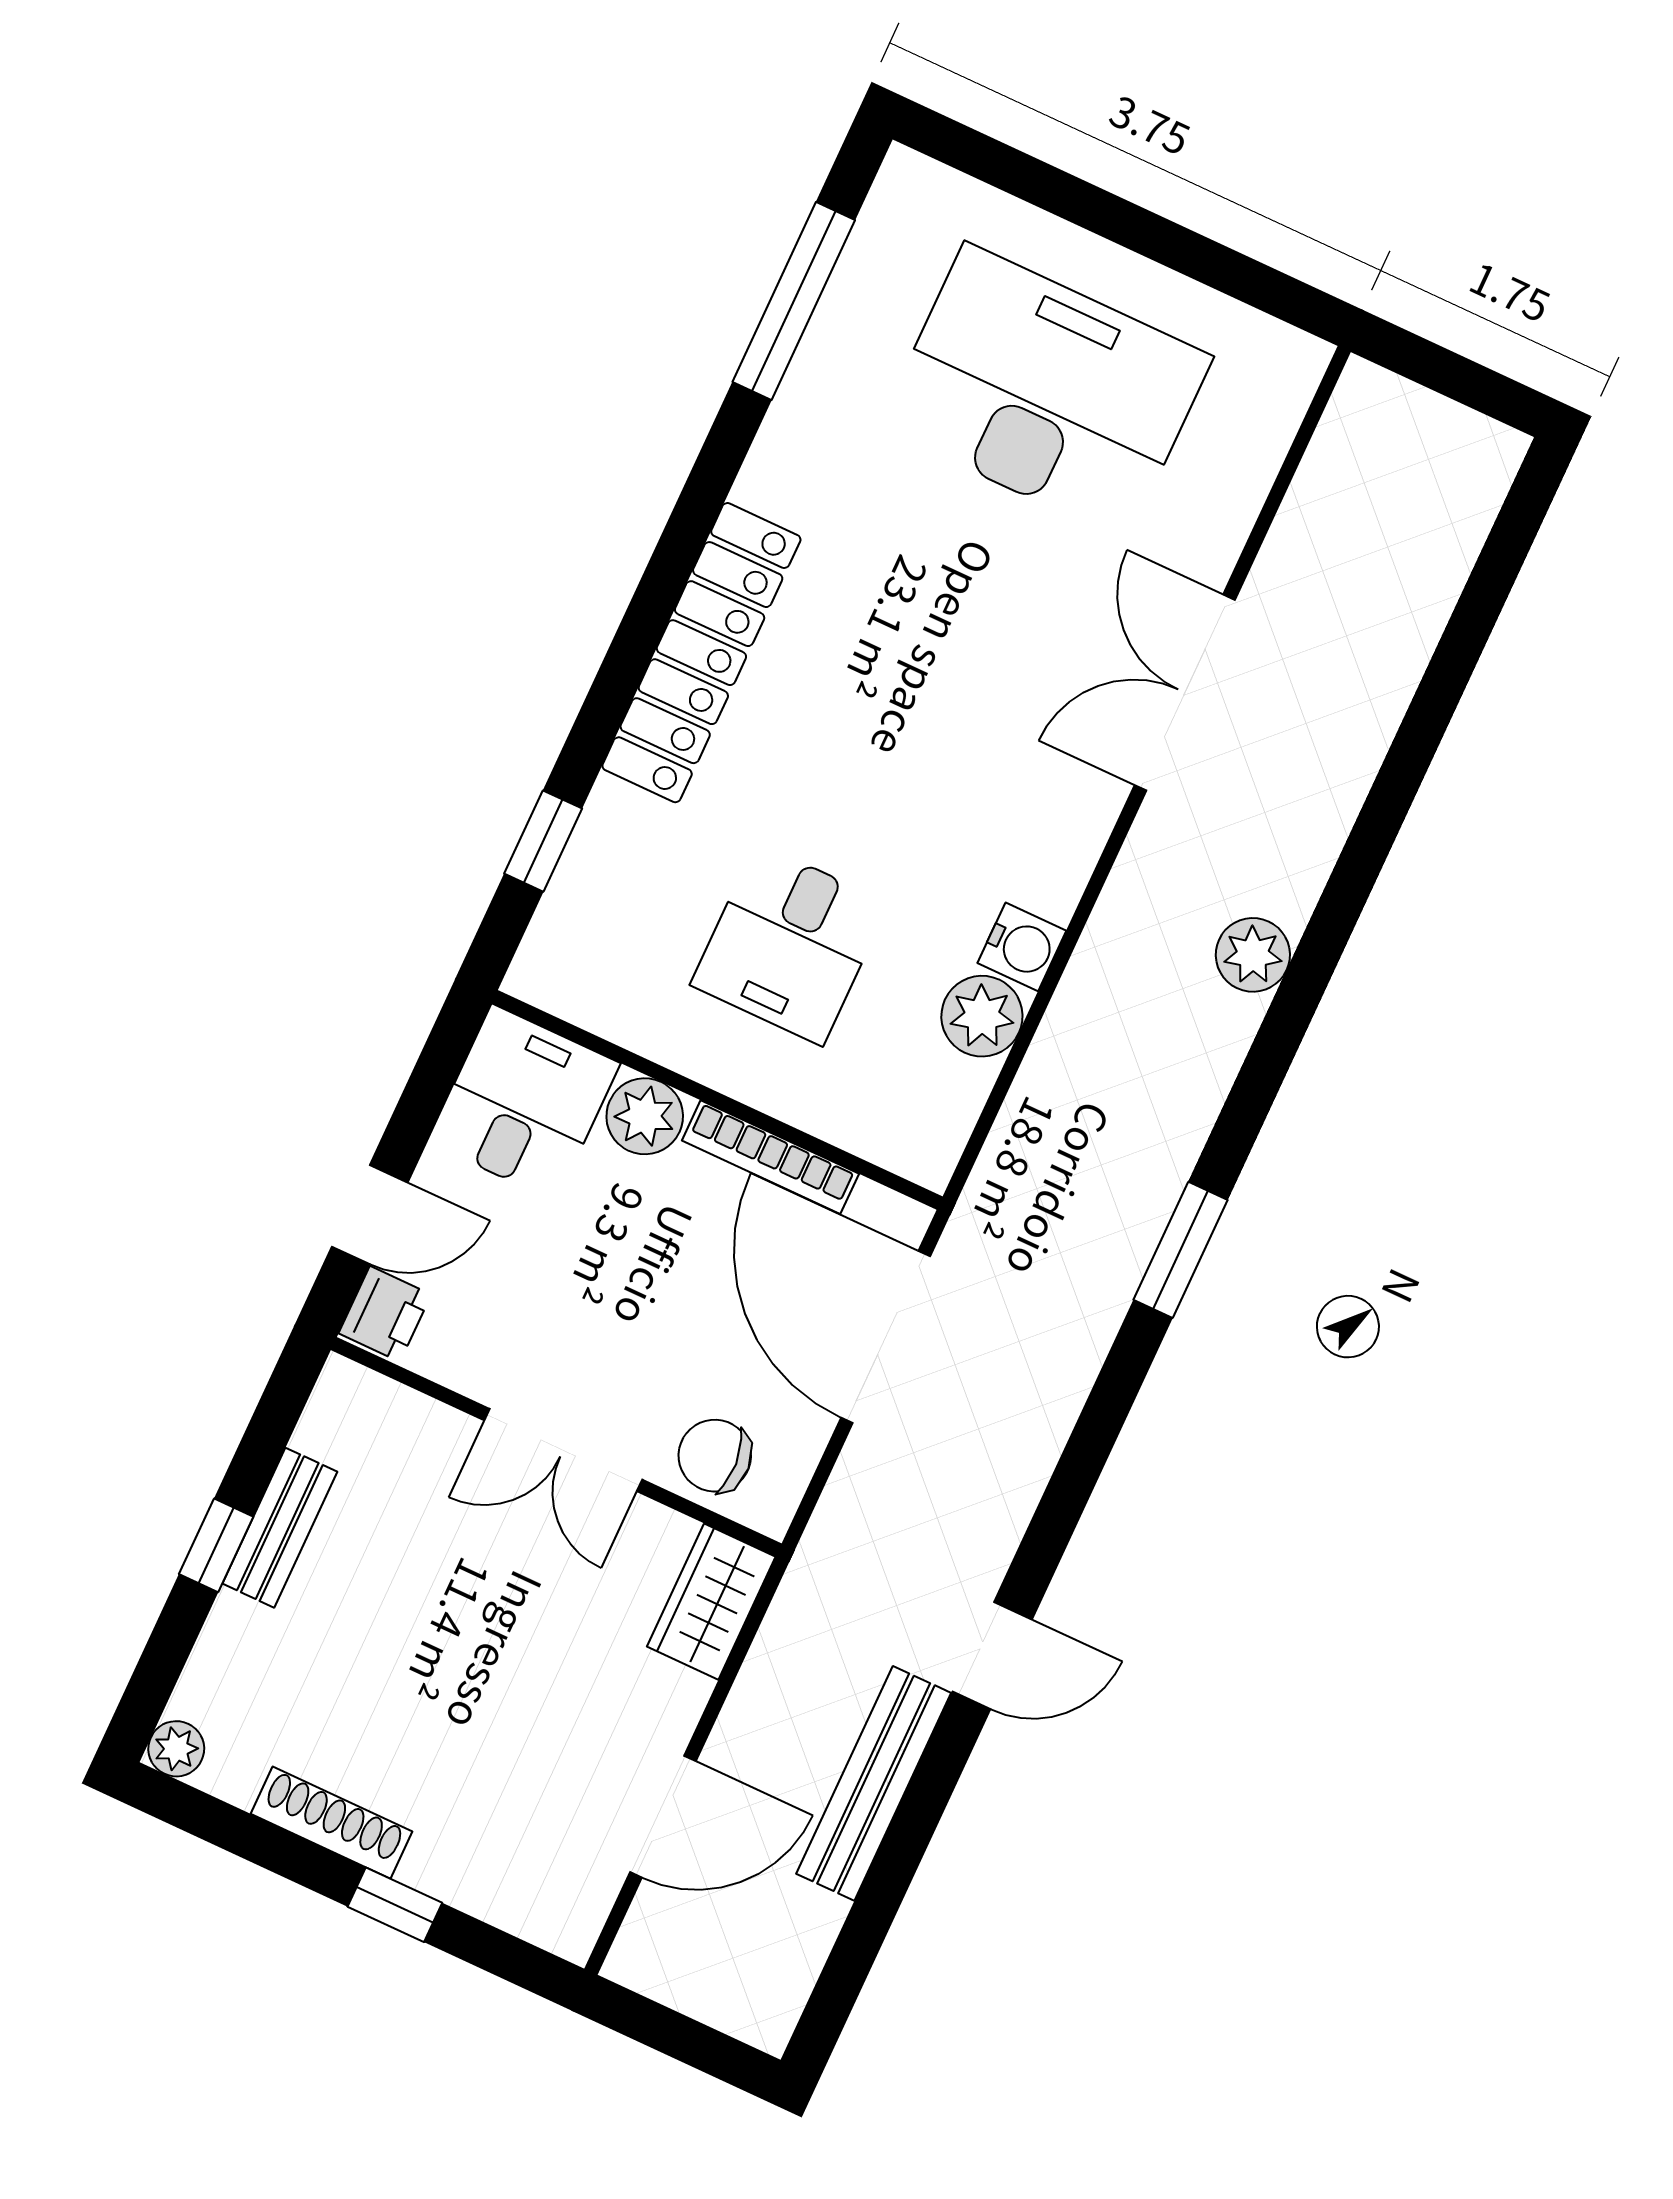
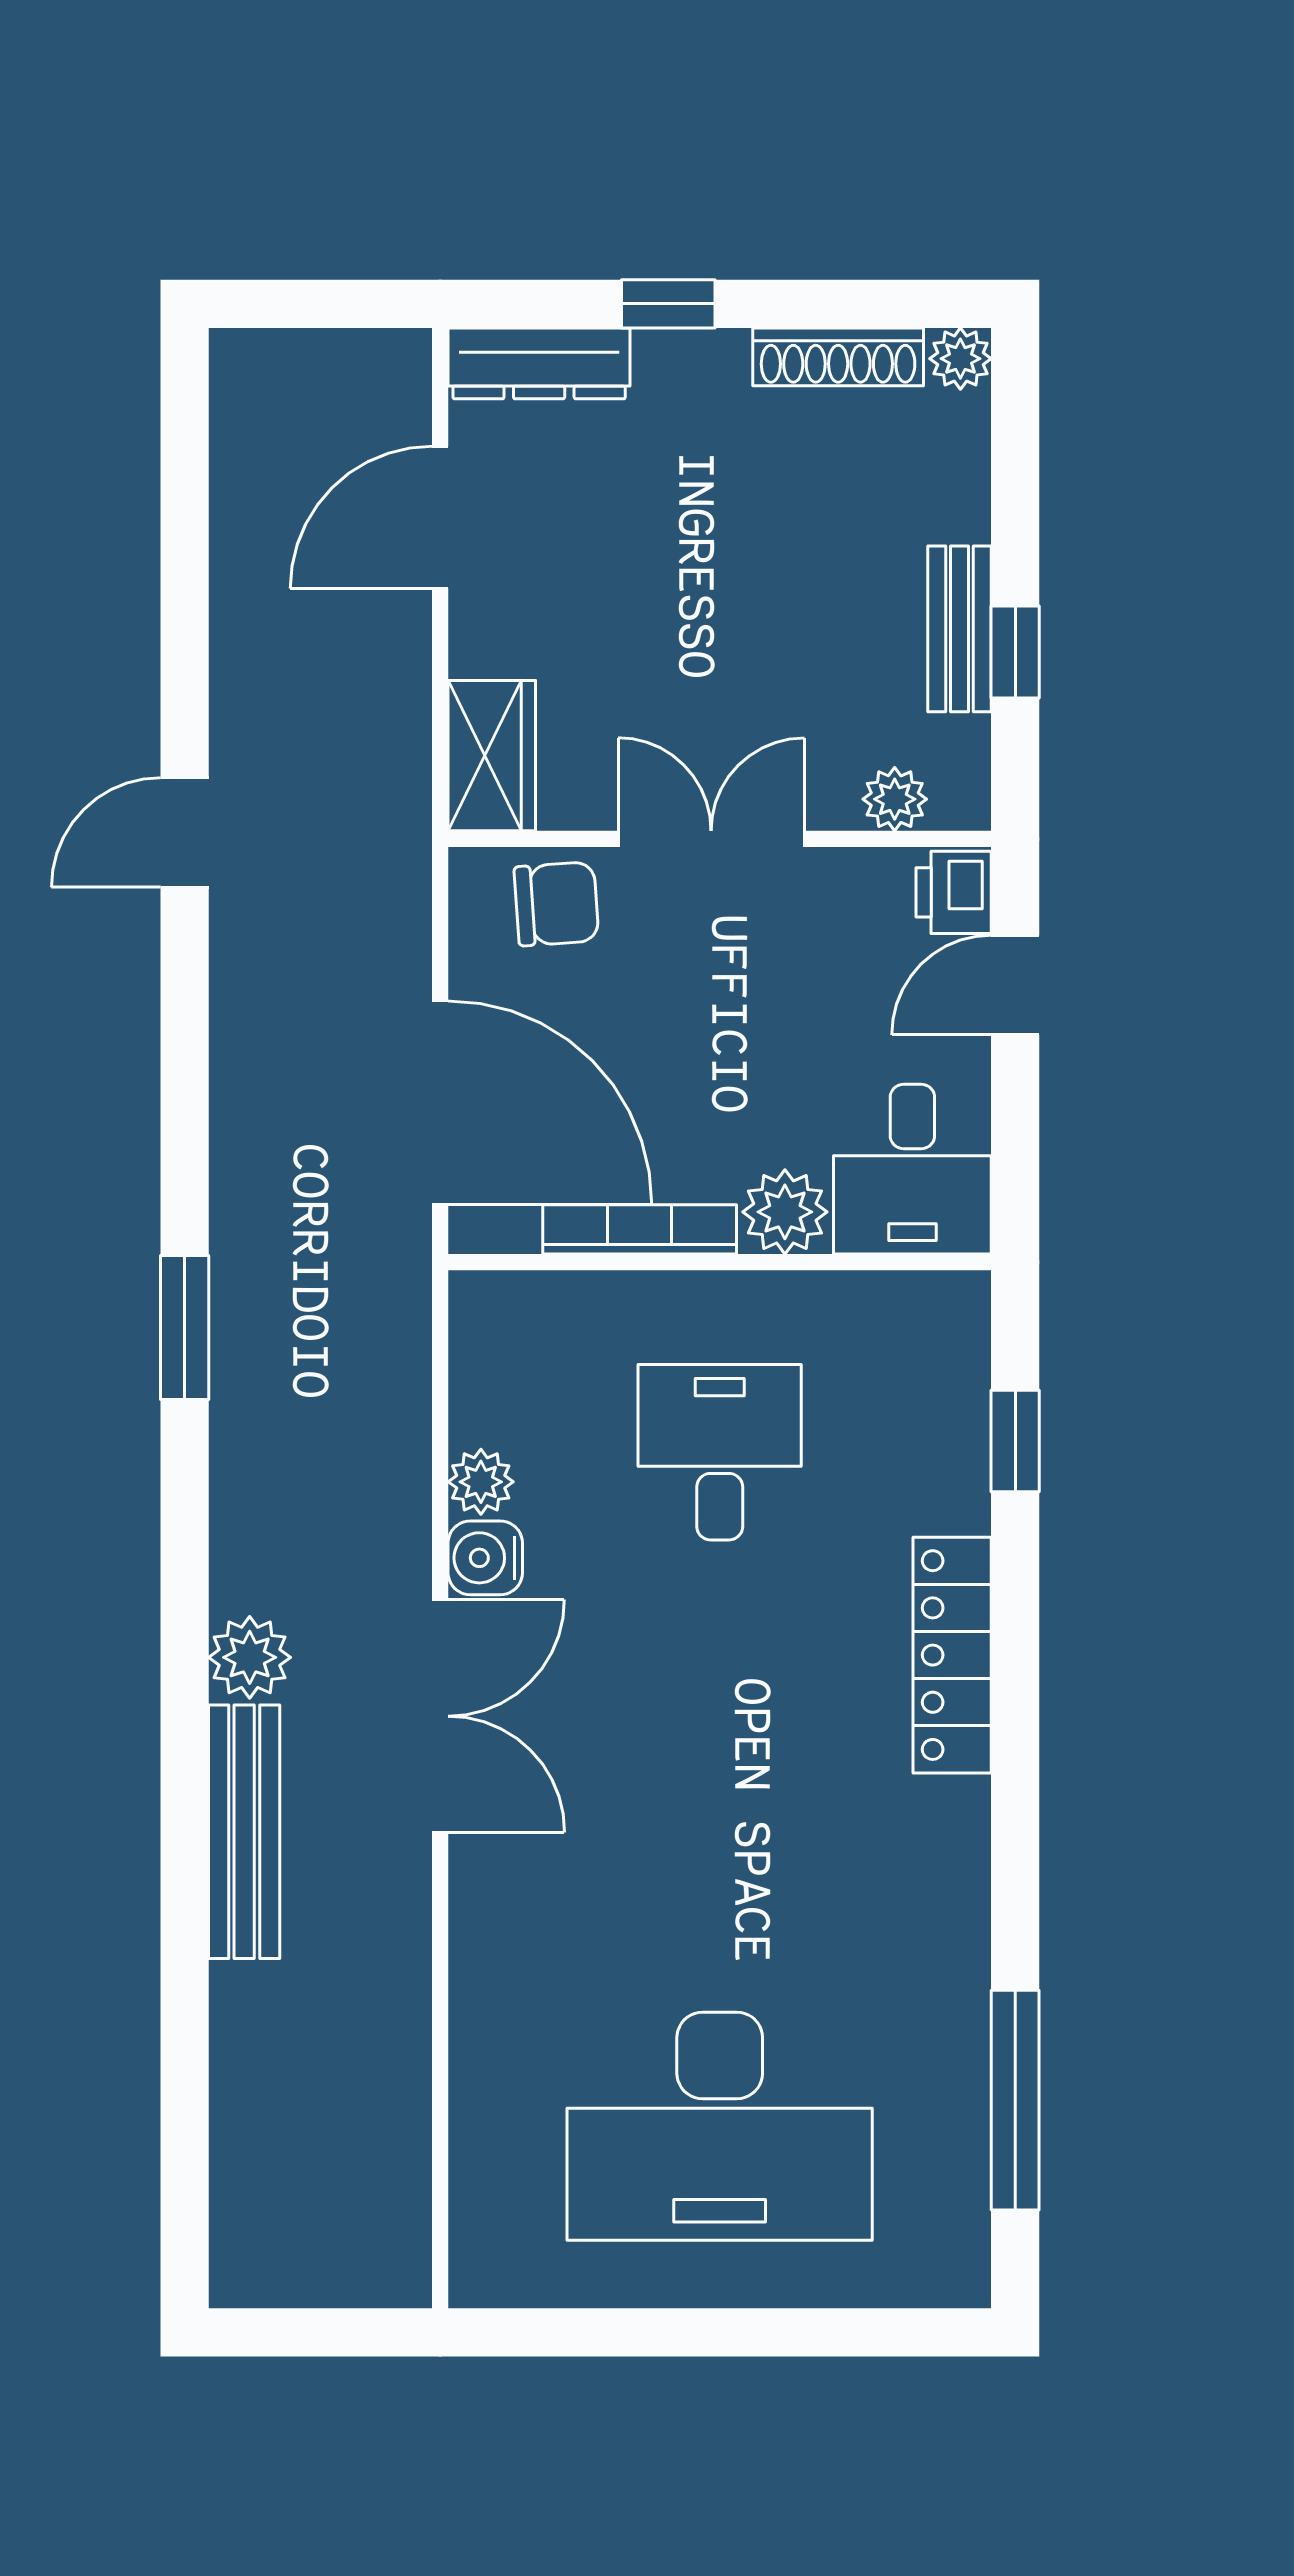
locker: (701, 653) -> (952, 1655), width x0.71, depth x0.83
double door: (1185, 693) -> (440, 1716), moved
plant: (982, 1016) -> (481, 1482), width x0.73, depth x0.73
plant: (398, 1413) -> (895, 799), added
window: (216, 1545) -> (1015, 652), moved
bench: (874, 1783) -> (244, 1832), moved
shoe rack: (332, 1823) -> (838, 357), moved
dresser: (523, 1905) -> (539, 363), added

